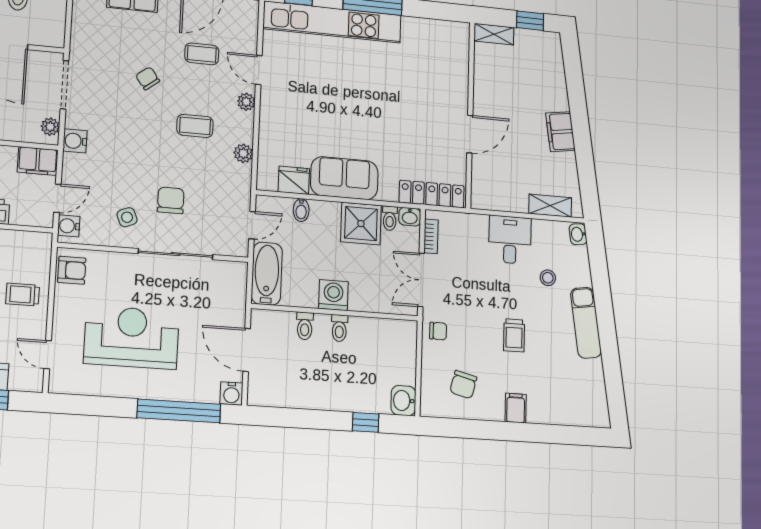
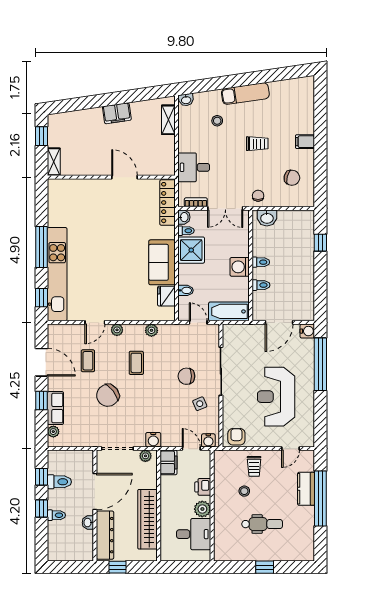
chair: (148, 78) -> (108, 395), width x1.87, depth x1.87
desk: (510, 240) -> (194, 167), moved
washbasin: (403, 401) -> (267, 218), moved

